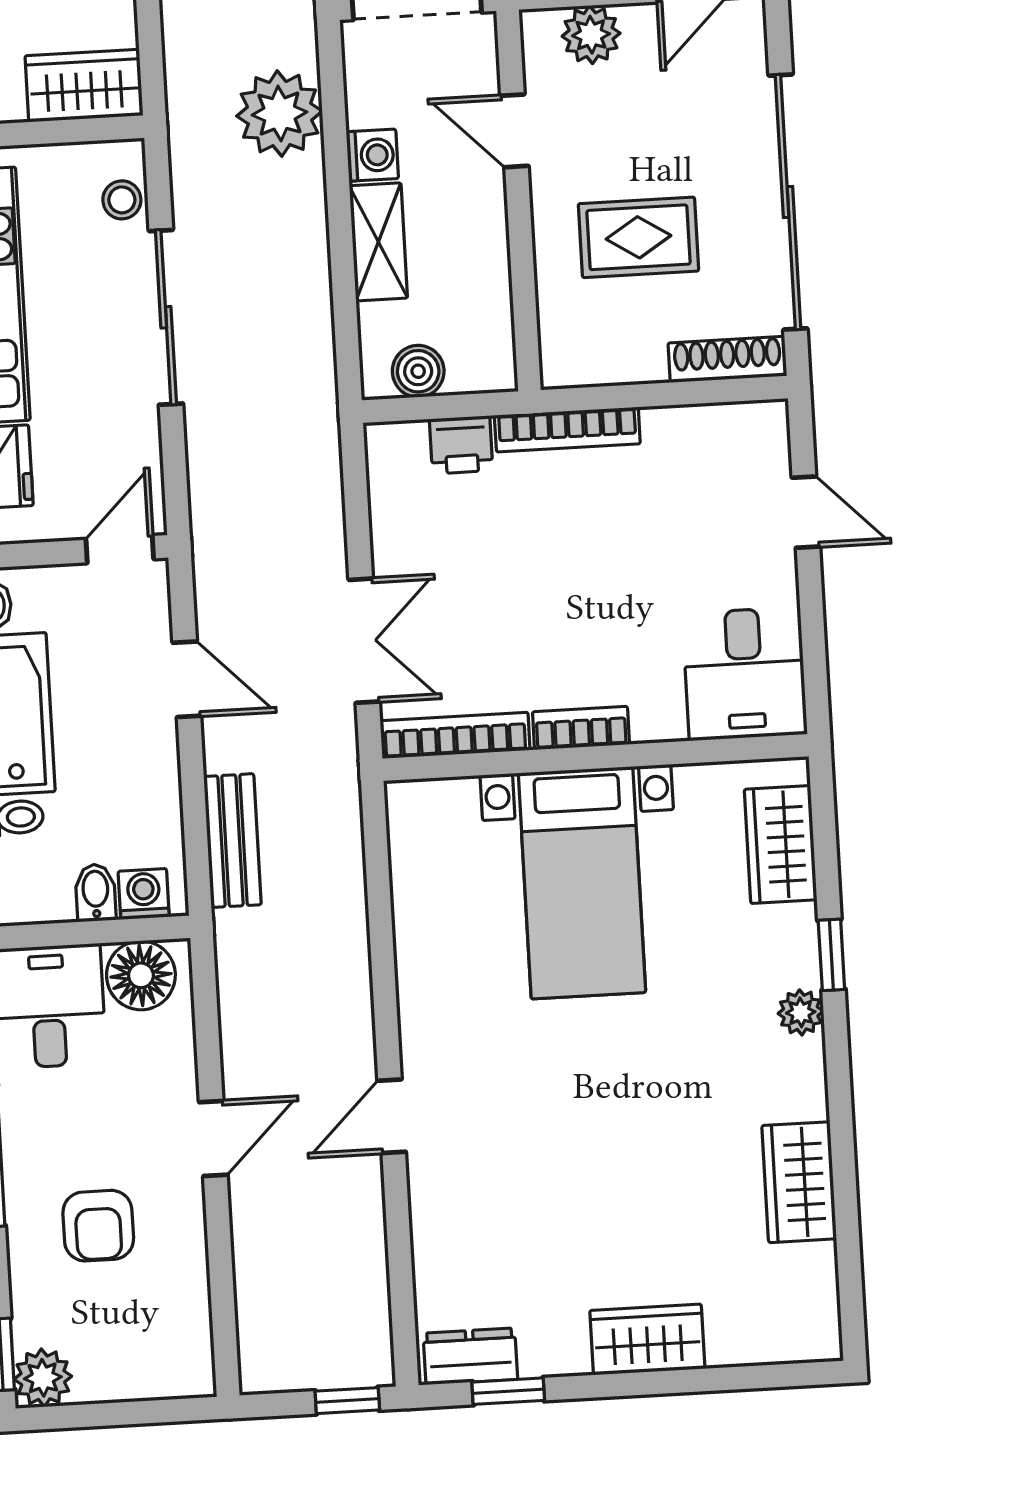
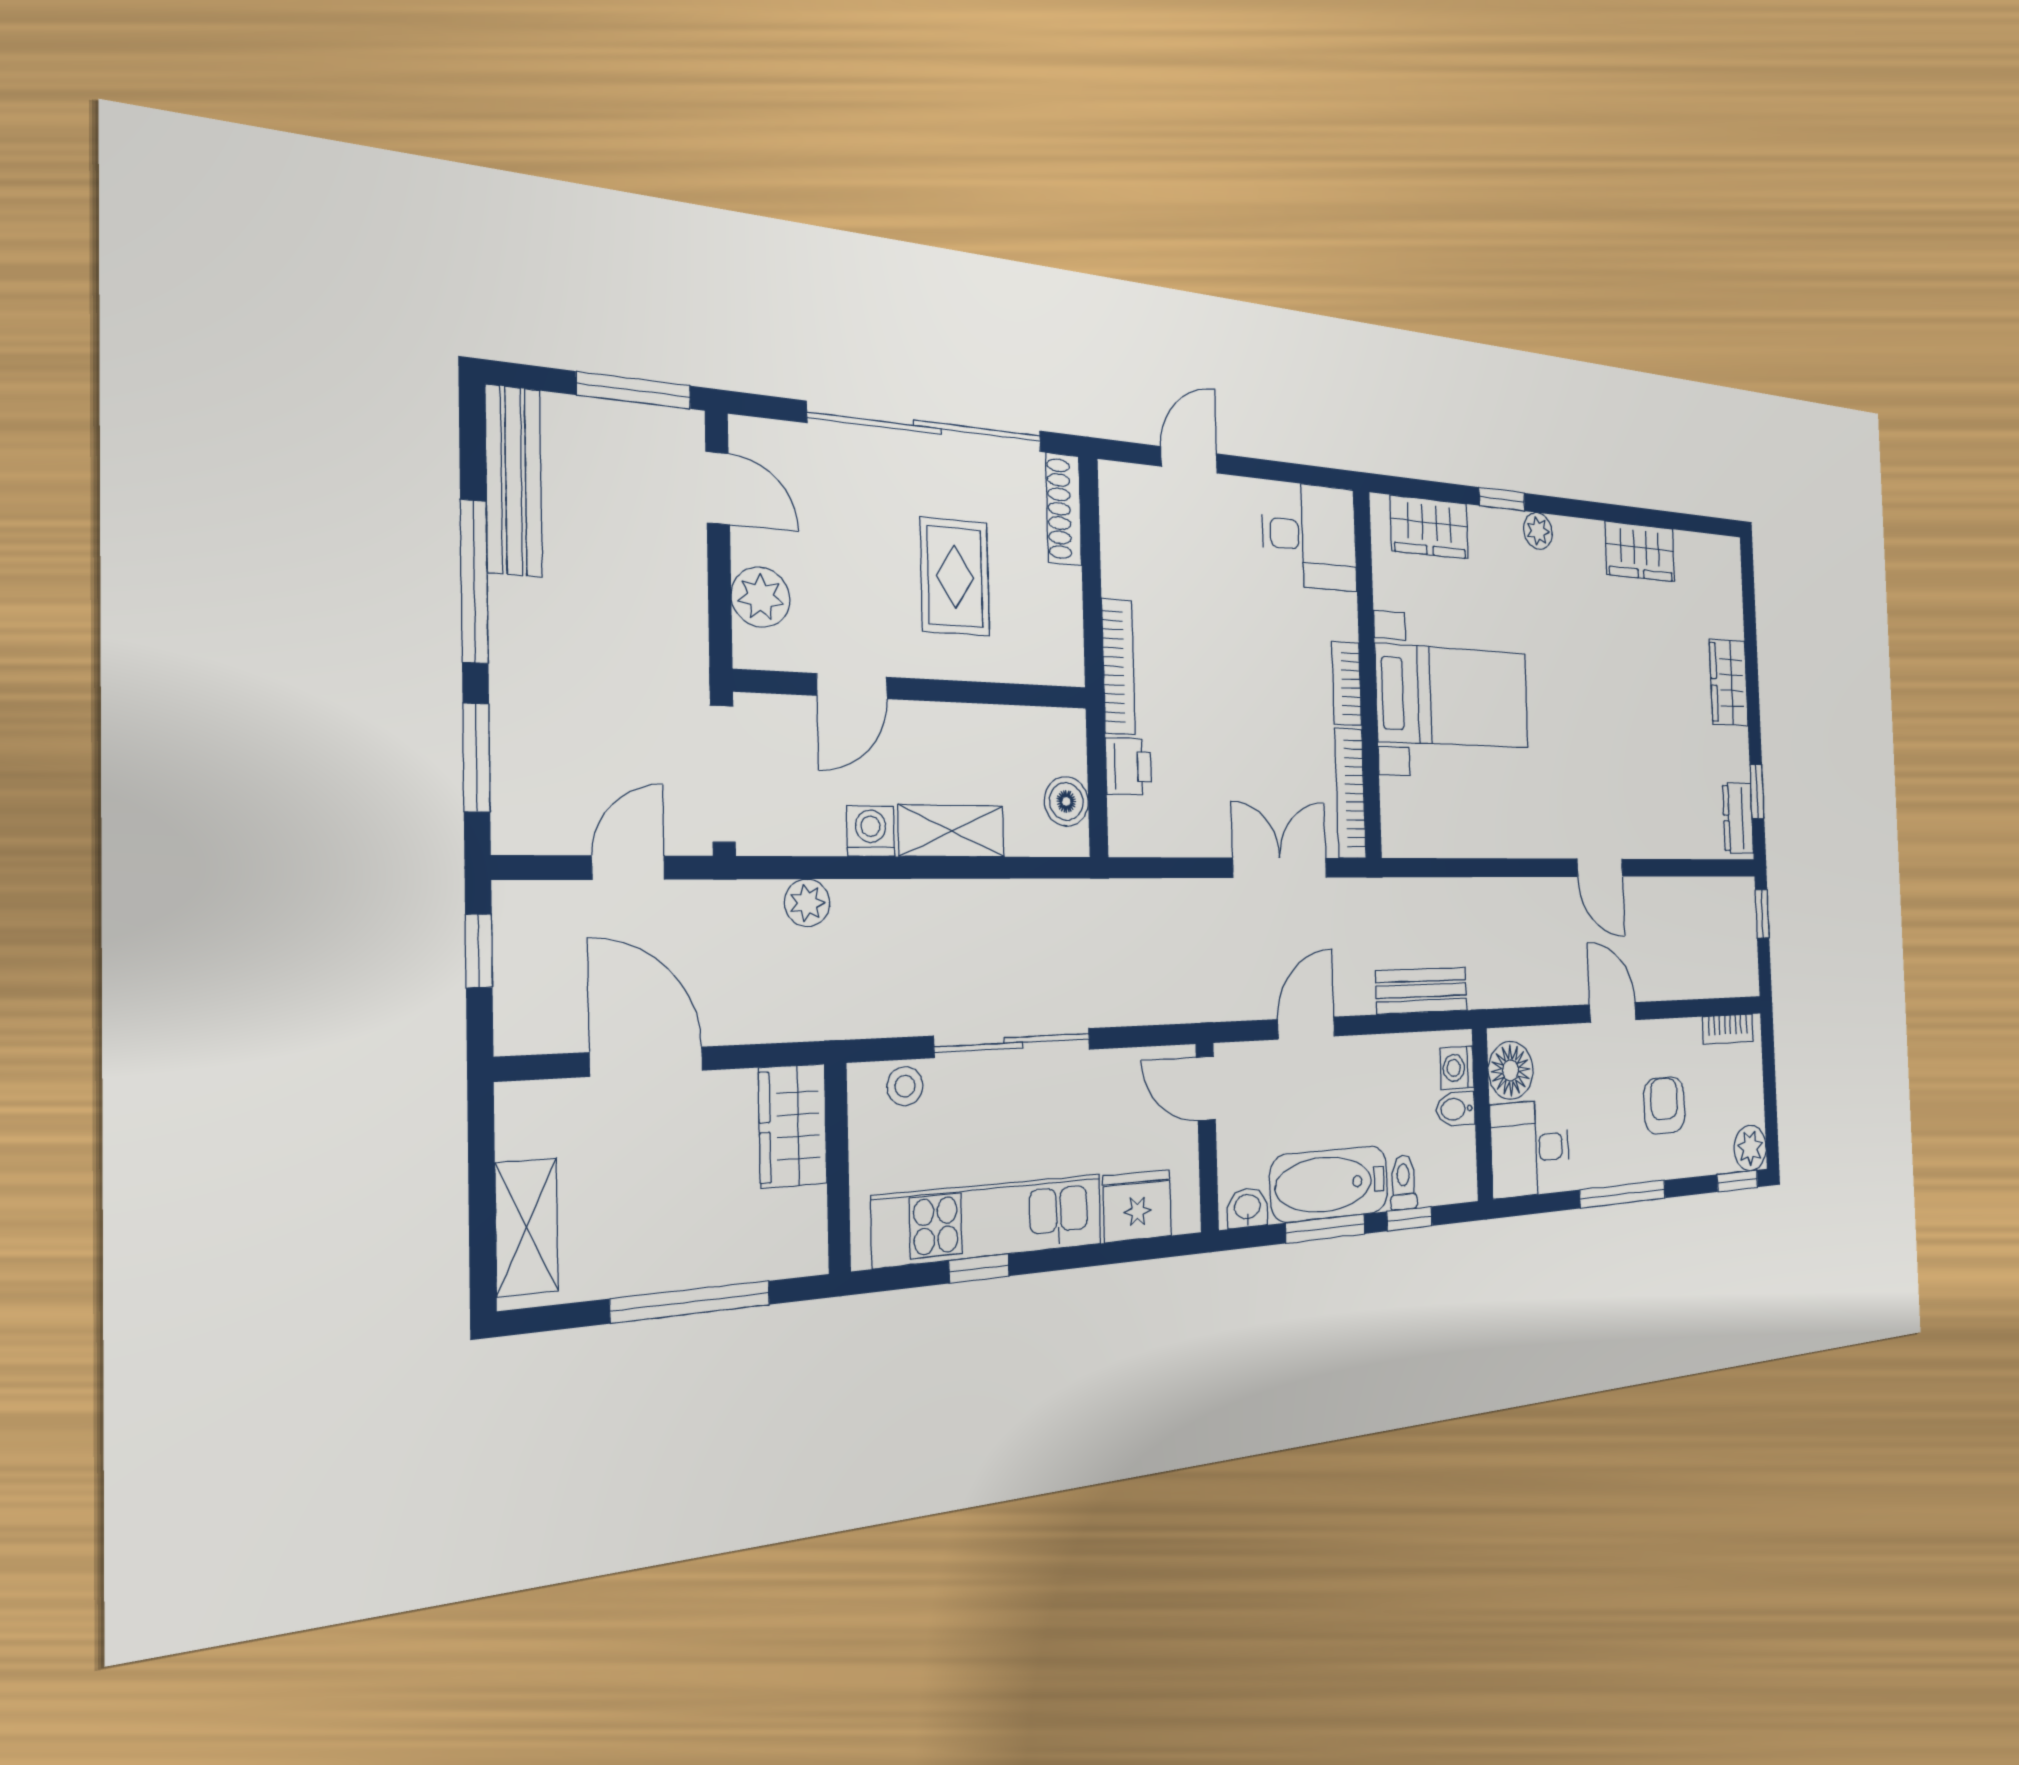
plant: (280, 114) -> (807, 903), width x0.53, depth x0.53
armchair: (98, 1226) -> (1664, 1105), turned -90
bookcase: (195, 1337) -> (1728, 1029), added

